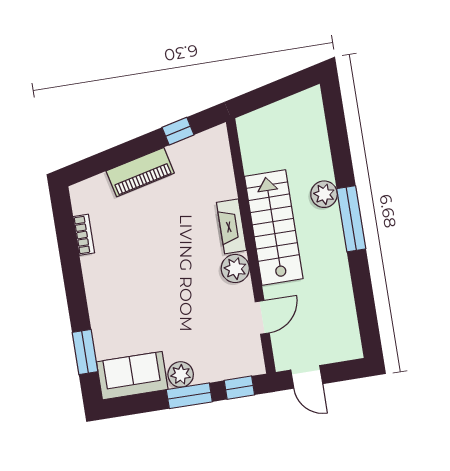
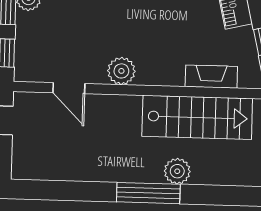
fireplace: (231, 226) -> (211, 77), moved
stairs: (274, 227) -> (197, 117), moved

